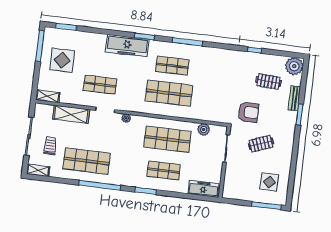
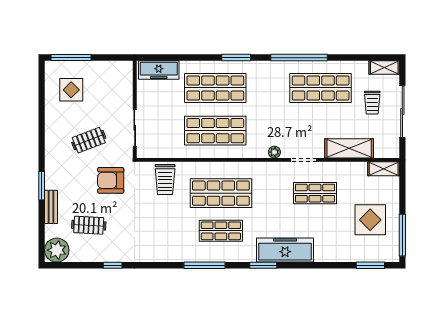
trolley: (209, 108) -> (165, 180), added
plant: (204, 129) -> (168, 150), removed
shop shelf: (164, 170) -> (215, 88), width x1.43, depth x1.36

